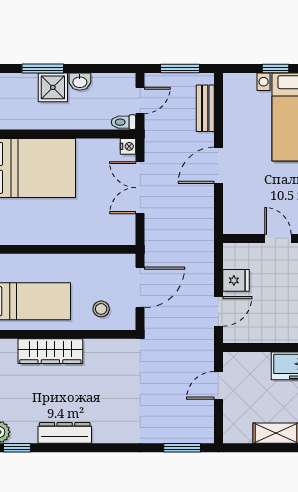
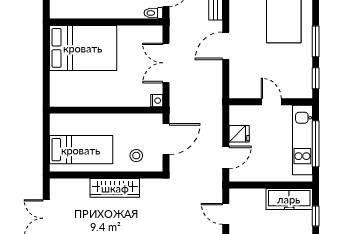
nightstand: (128, 146) -> (157, 101), moved
wardrobe: (50, 351) -> (115, 188), moved
door: (218, 385) -> (226, 214), hinge flipped

